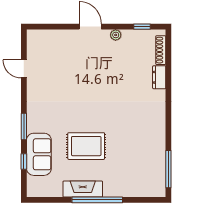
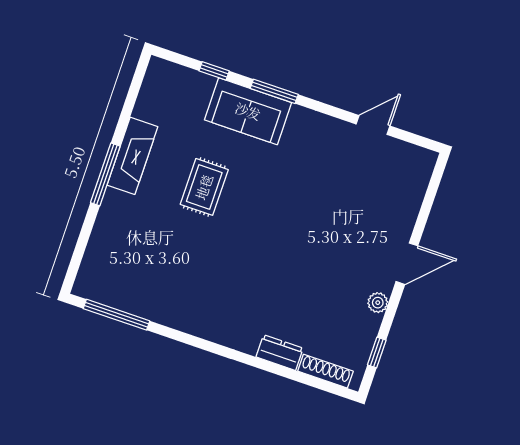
rug: (86, 146) -> (204, 187), width x0.73, depth x0.70
sofa: (39, 154) -> (248, 111), moved
window: (97, 200) -> (105, 174), width x0.68

